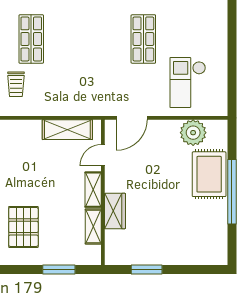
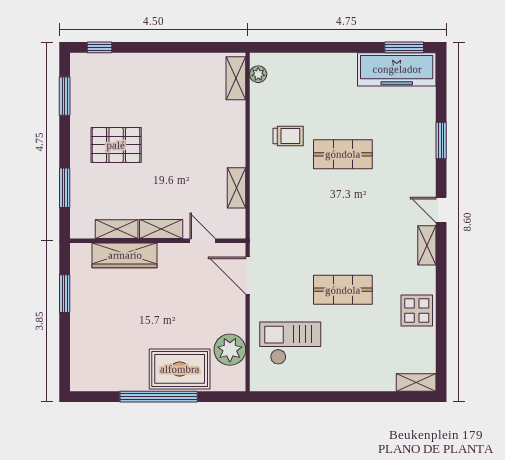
trolley: (16, 84) -> (288, 136), turned 180
shelving: (67, 130) -> (236, 188), width x0.67, depth x0.75
wardrobe: (115, 211) -> (125, 255), width x1.50

